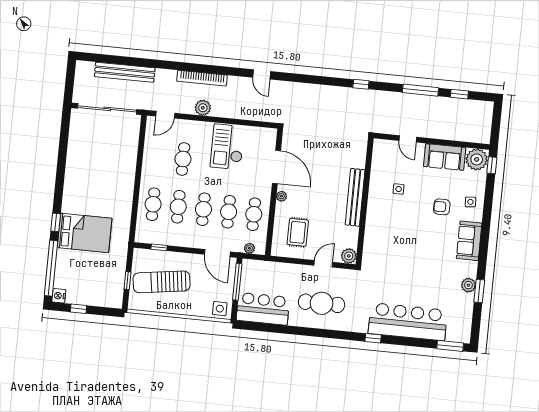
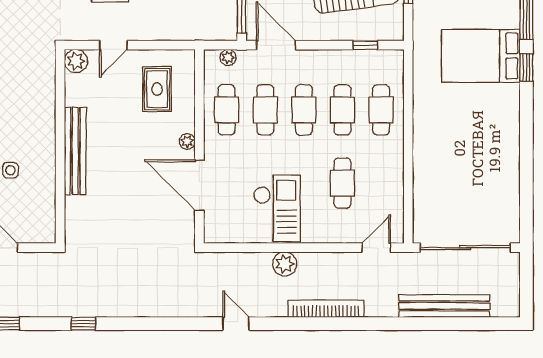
plant: (203, 108) -> (285, 264), moved

